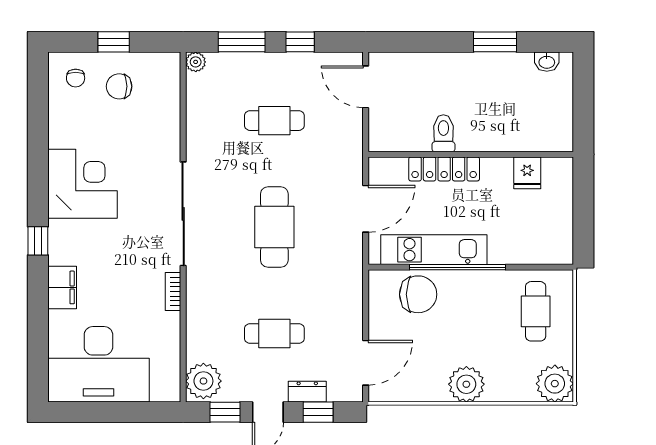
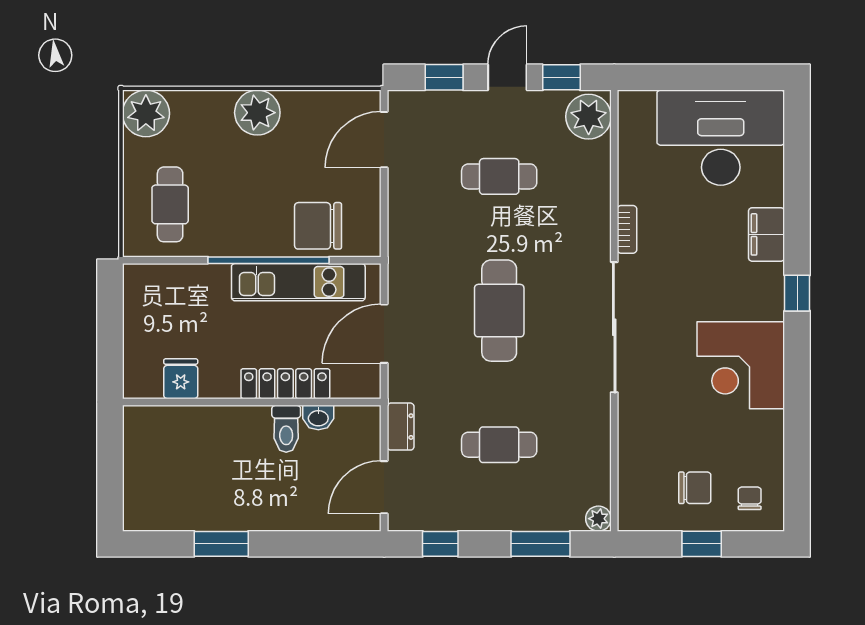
window: (300, 42) -> (440, 544), moved
washbasin: (547, 62) -> (318, 418), moved, turned 180
door: (366, 87) -> (384, 487), swing flipped
dresser: (307, 392) -> (401, 427), moved, turned -90

